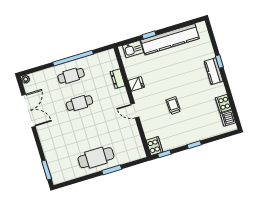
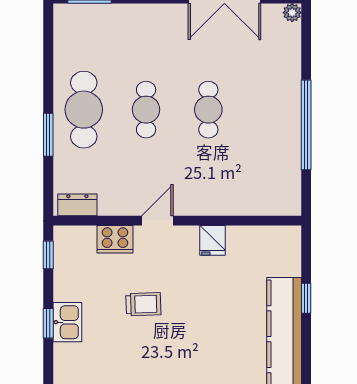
kitchen sink: (133, 49) -> (67, 322), moved, turned 180
cafe table: (71, 76) -> (146, 110), moved
dresser: (118, 79) -> (77, 205), moved
cooker: (155, 146) -> (115, 239), moved

